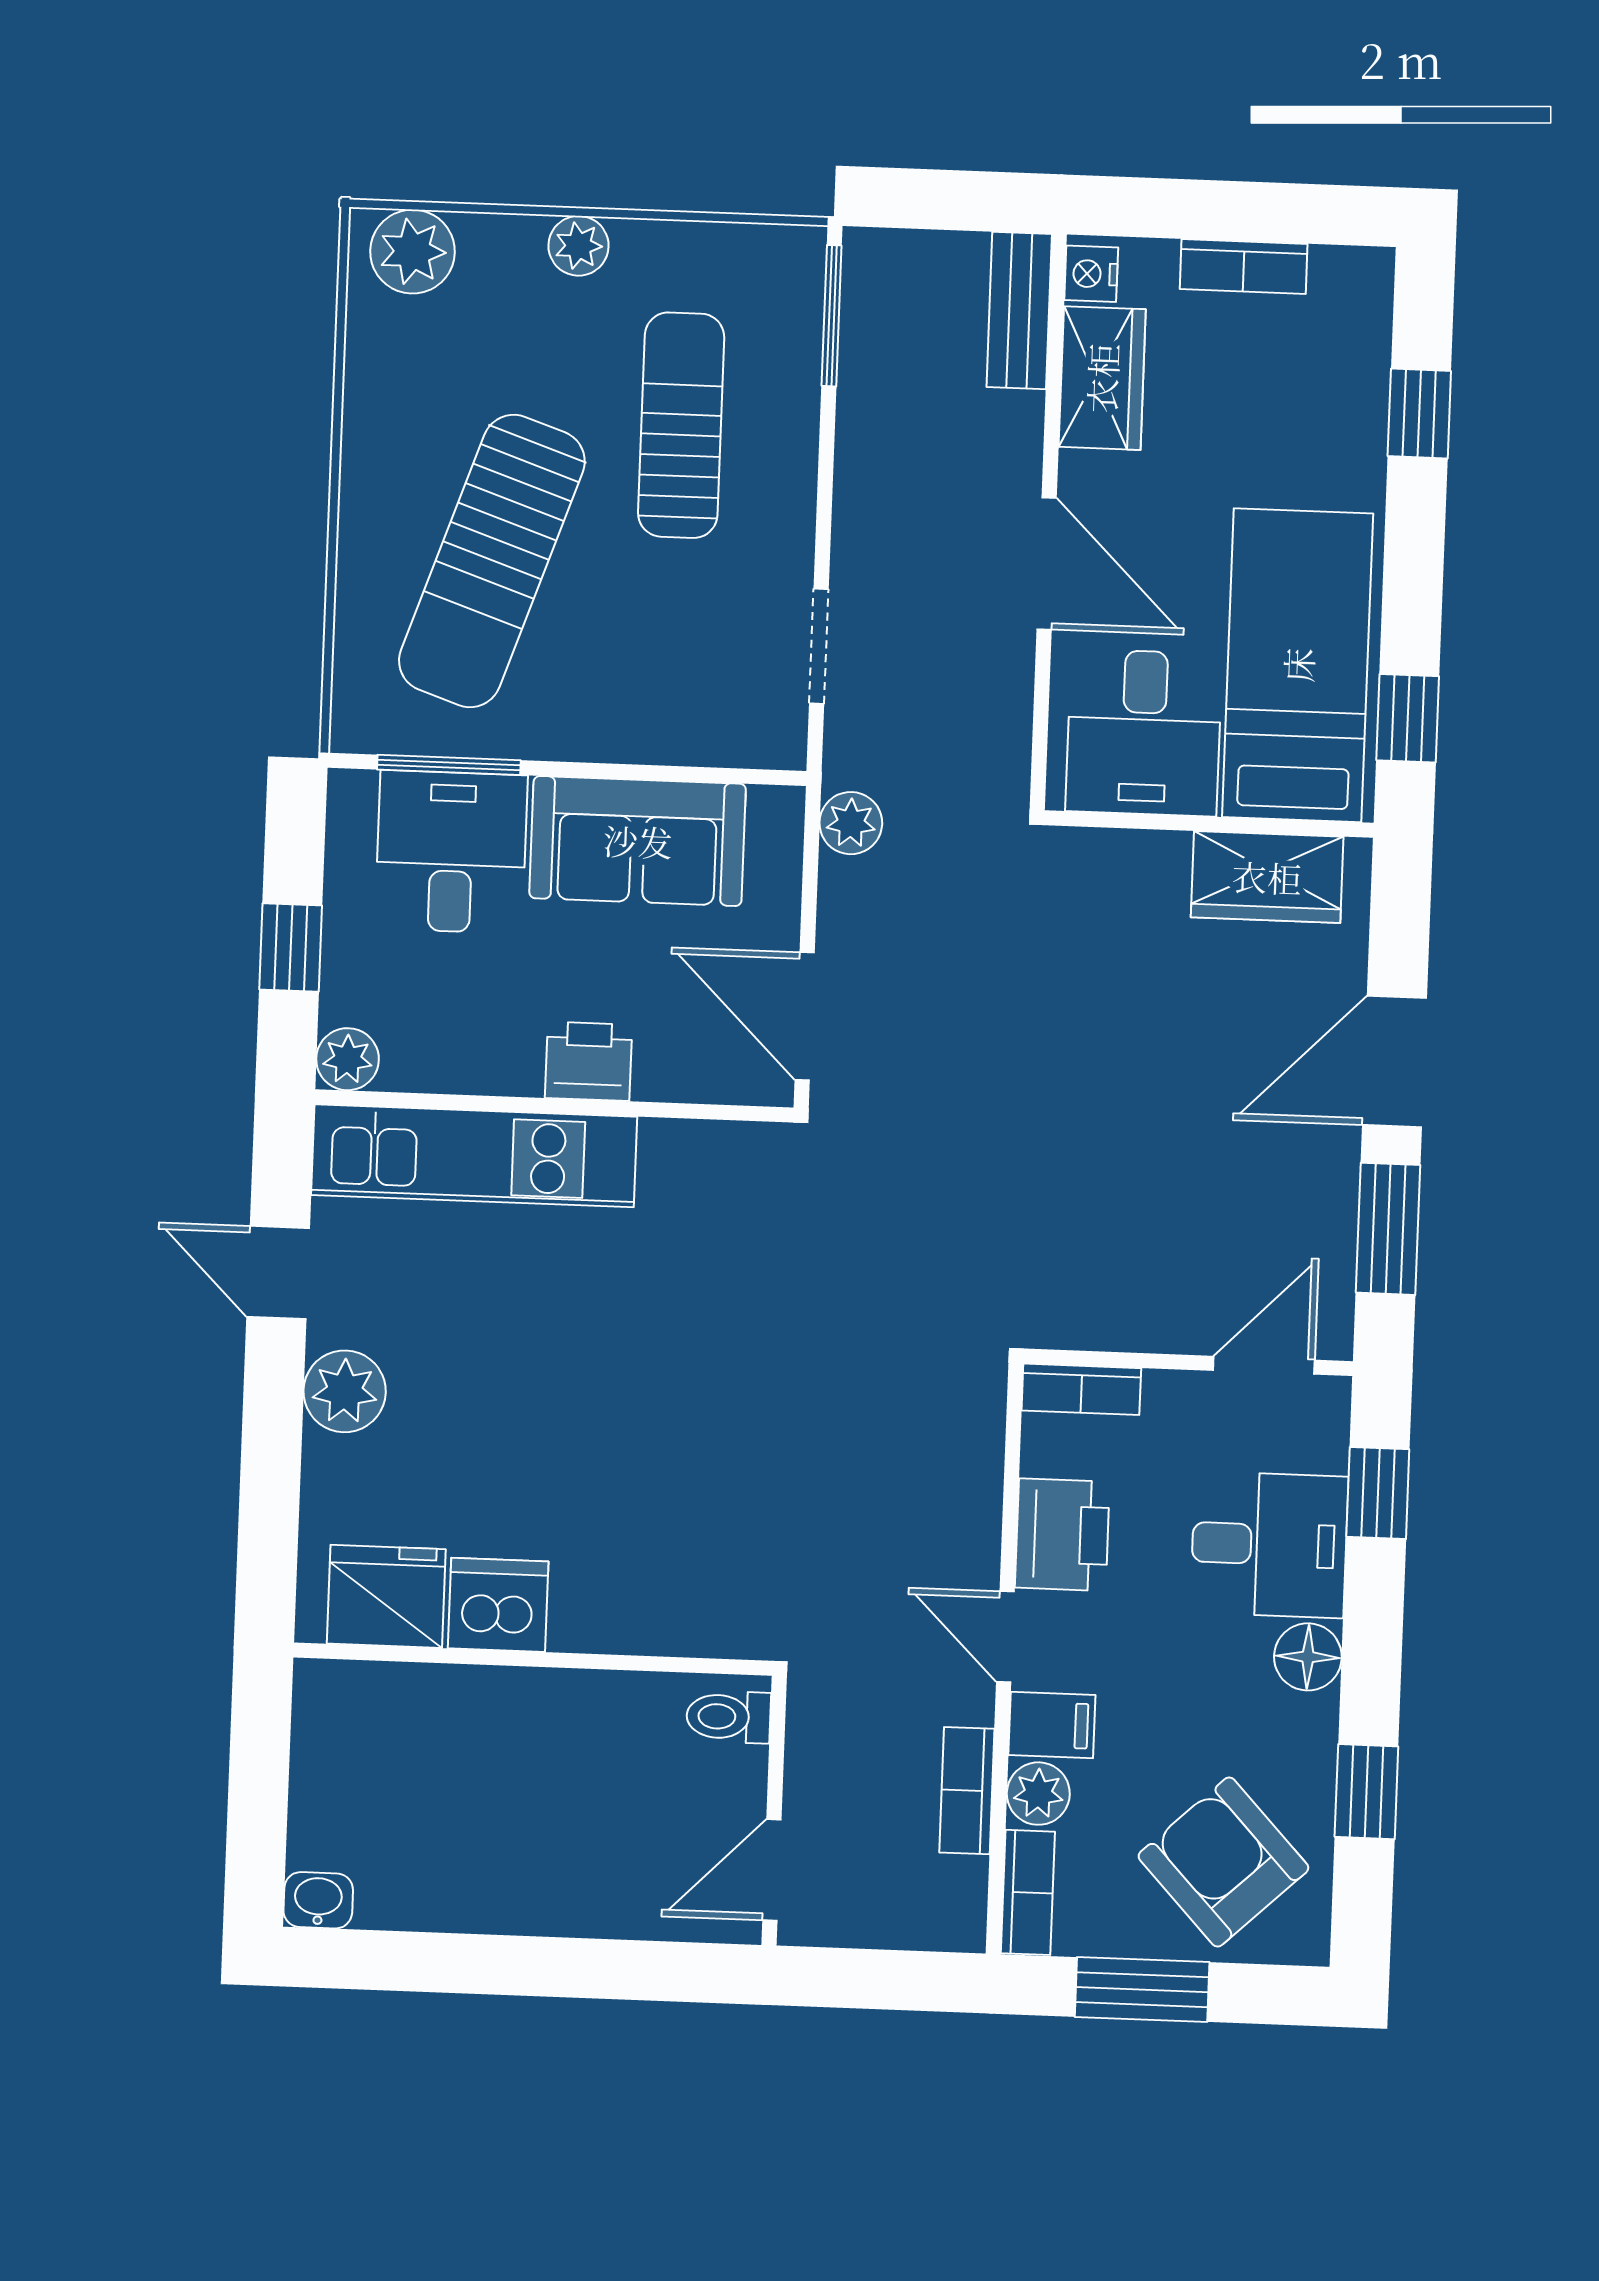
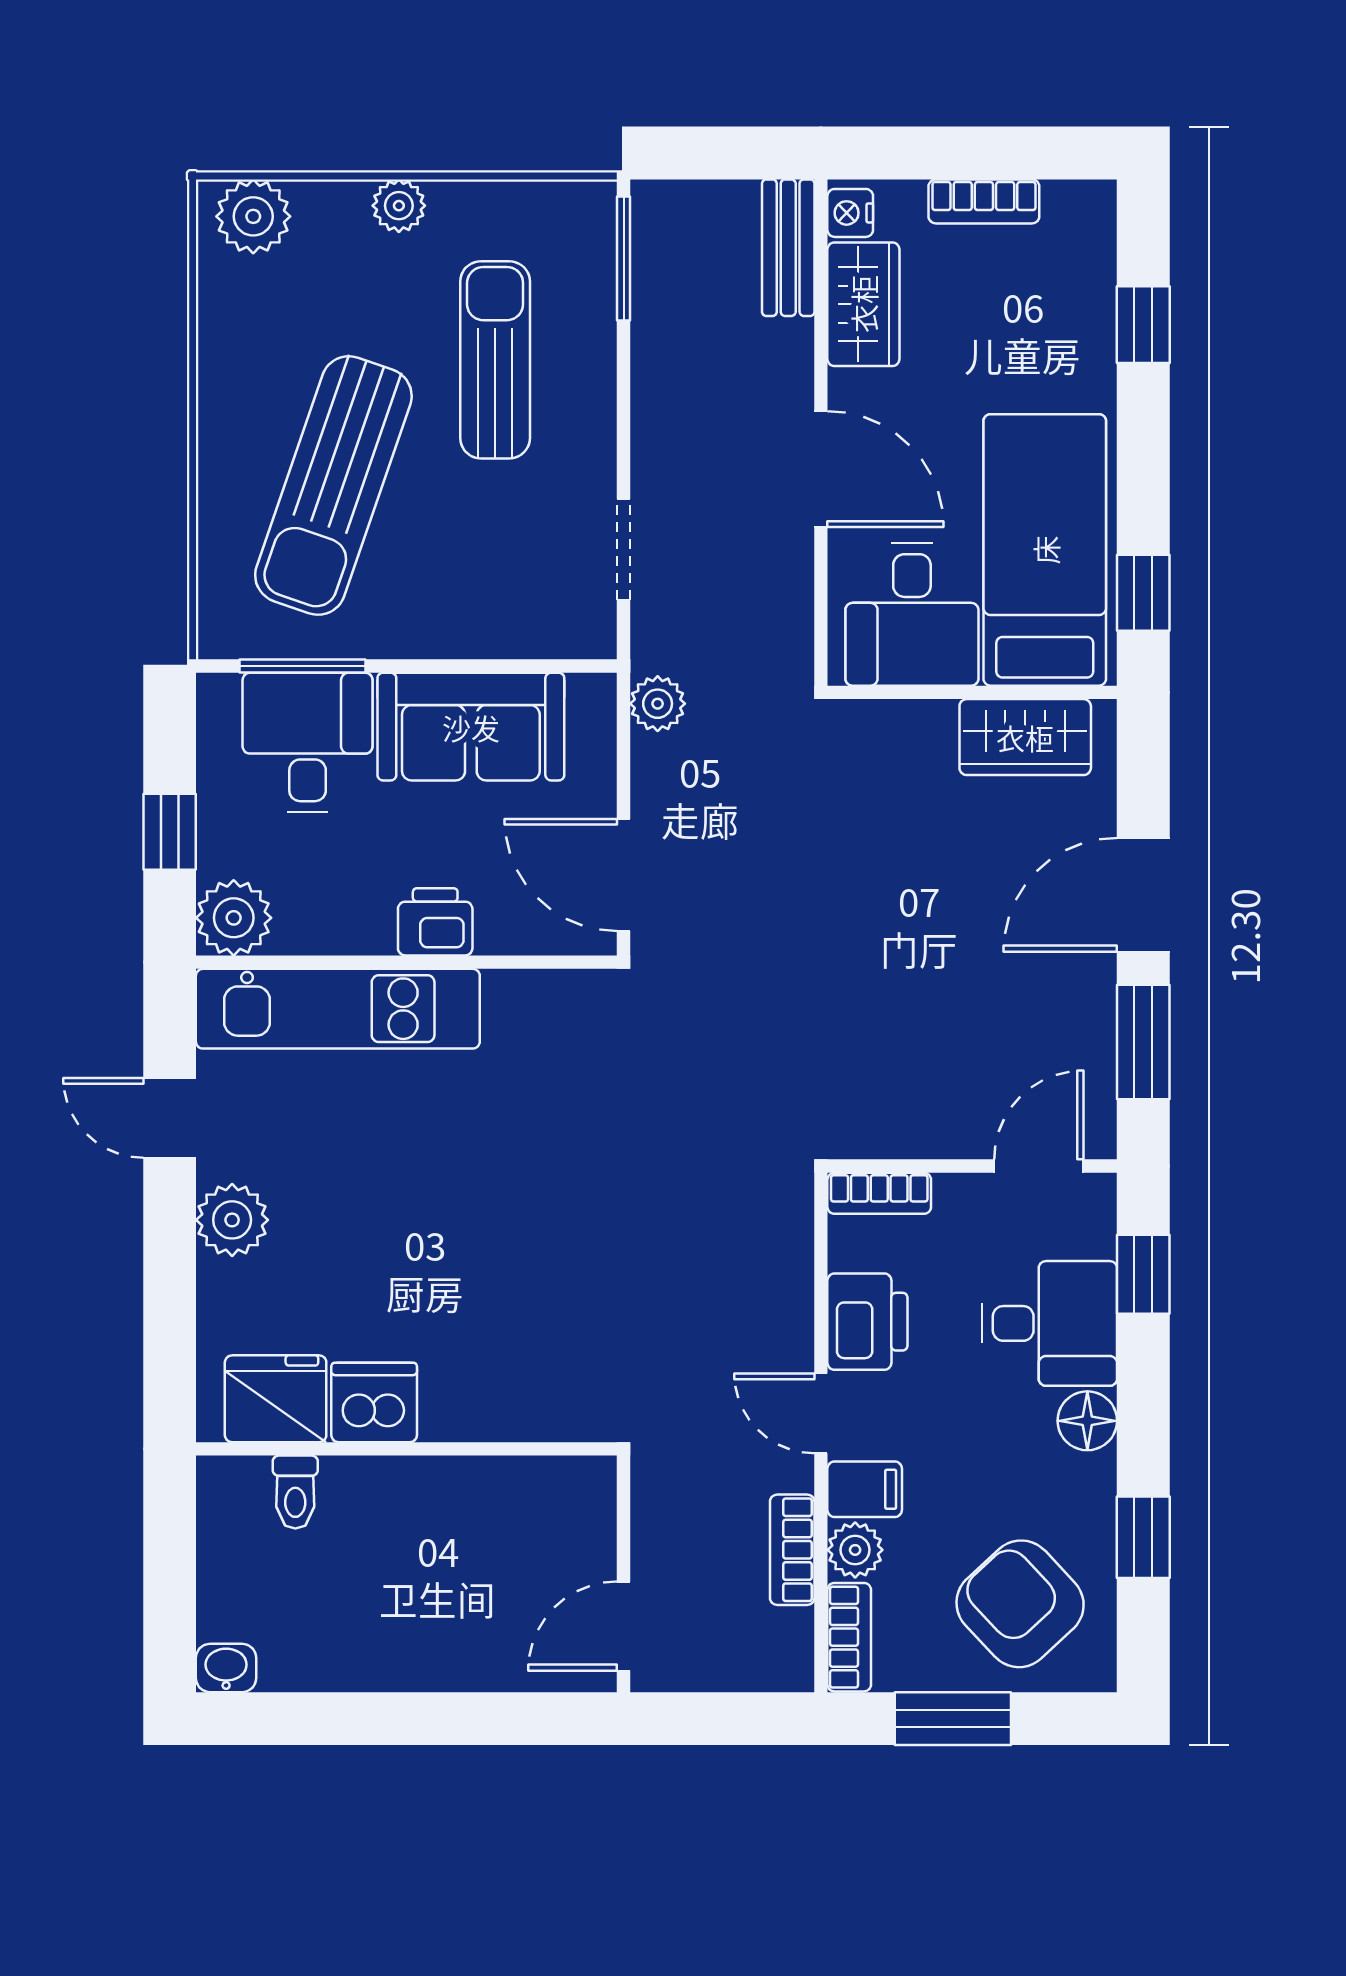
plant: (348, 1059) -> (234, 918), width x1.38, depth x1.38
toilet: (729, 1717) -> (295, 1492), moved, turned -90

